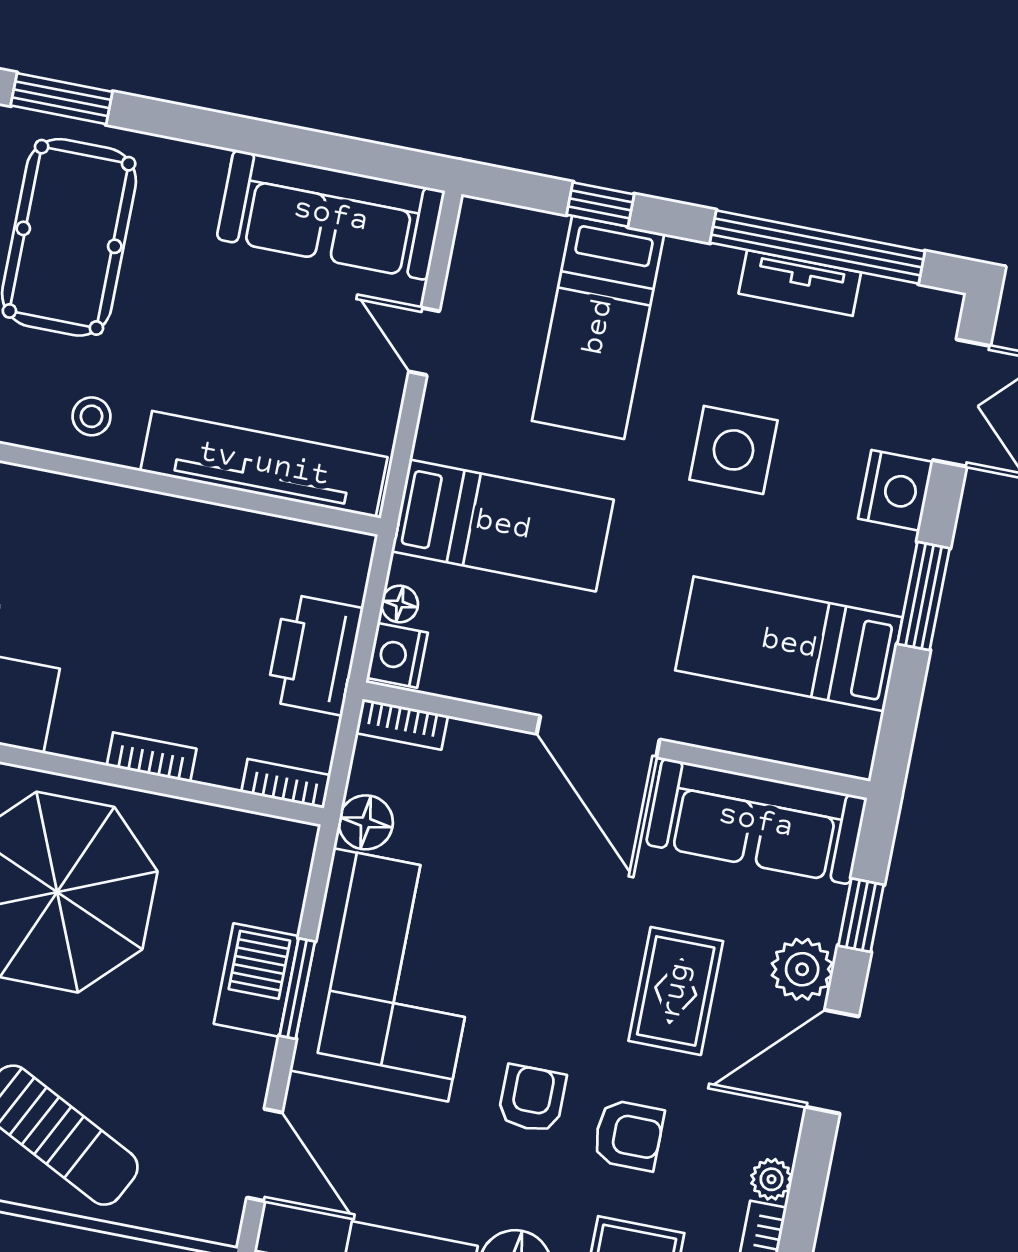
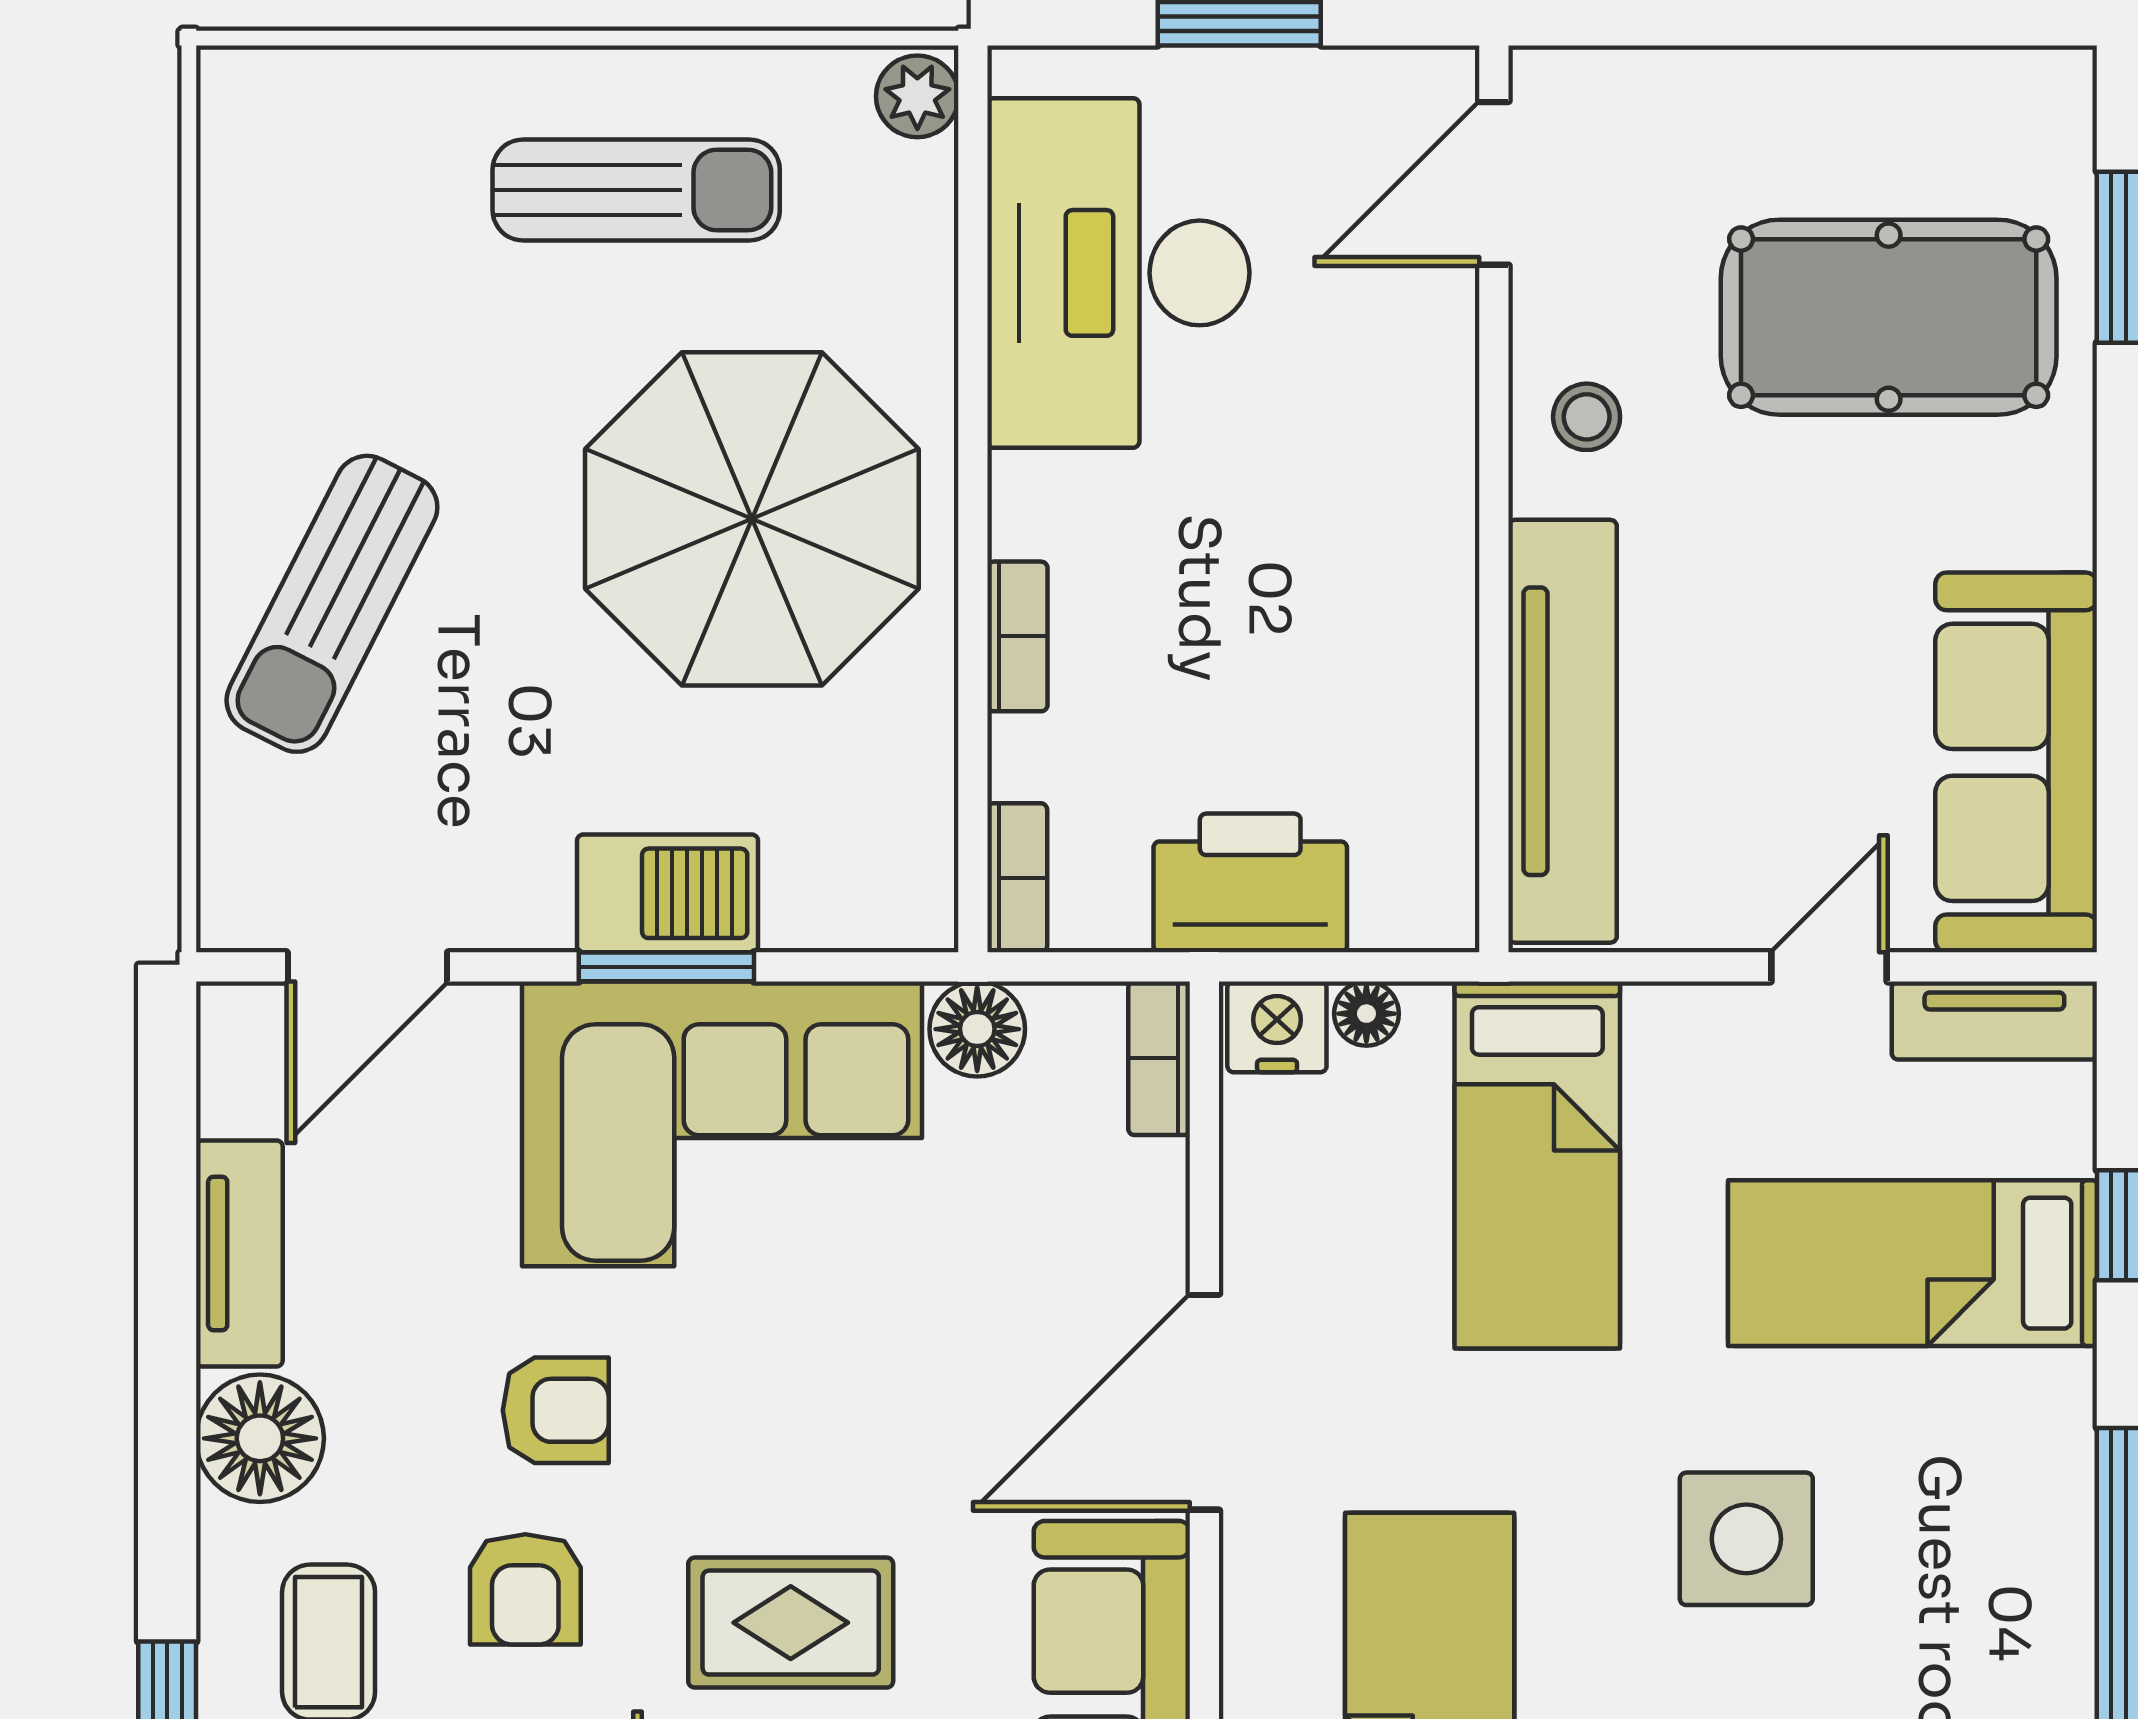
tv unit: (800, 283) -> (1994, 1020), moved, turned -90

